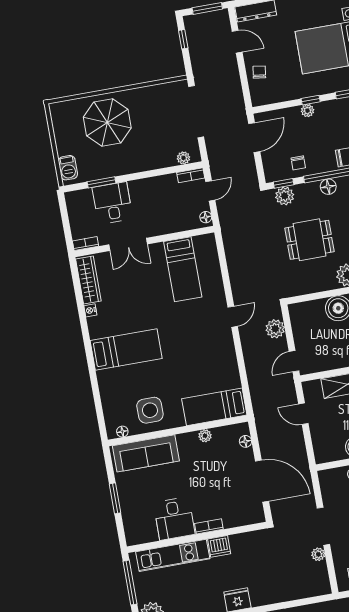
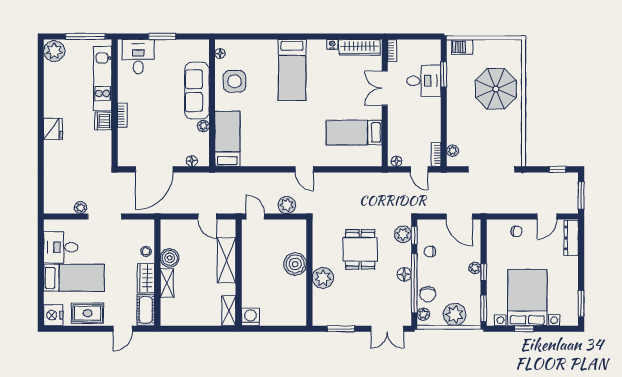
door: (303, 414) -> (207, 217), swing flipped
sofa: (146, 453) -> (197, 91), moved
desk: (174, 519) -> (138, 57), moved, turned 90

